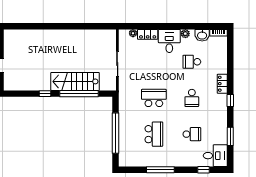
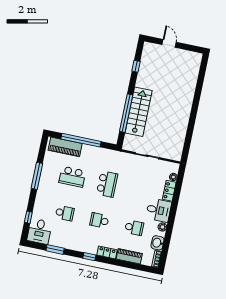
piano: (221, 61) -> (129, 256), added
school desk: (192, 62) -> (134, 228), turned 90
window: (45, 94) -> (136, 66), moved
school desk: (192, 134) -> (65, 213), turned -90
piano: (126, 148) -> (65, 147), added

